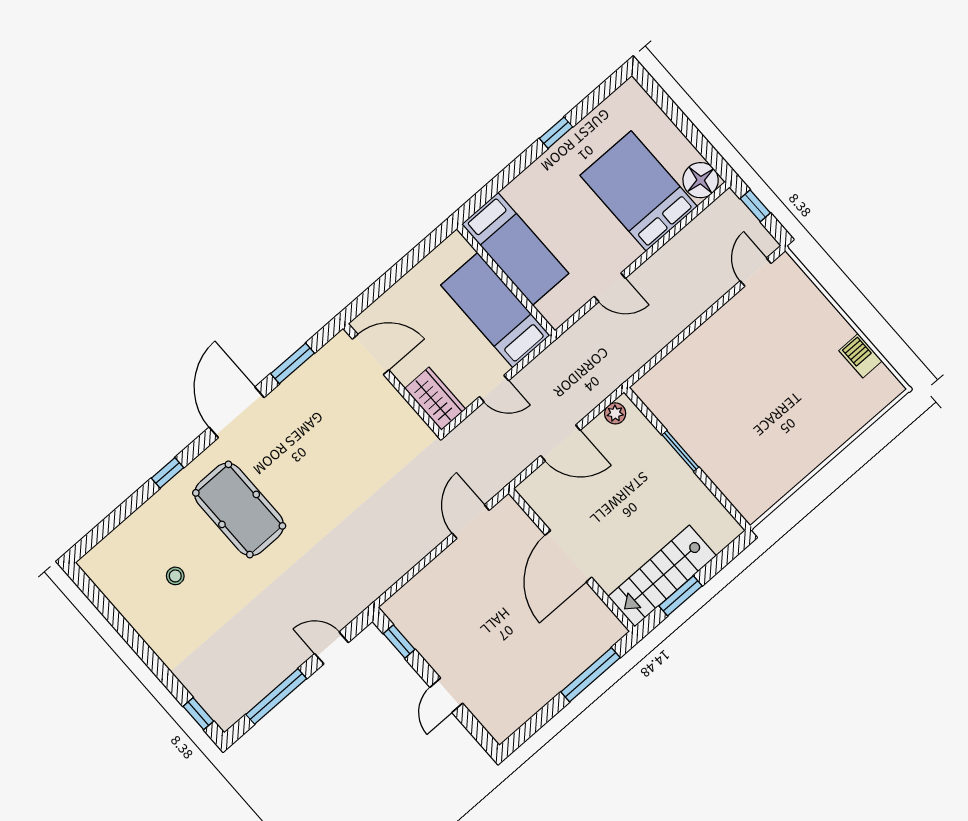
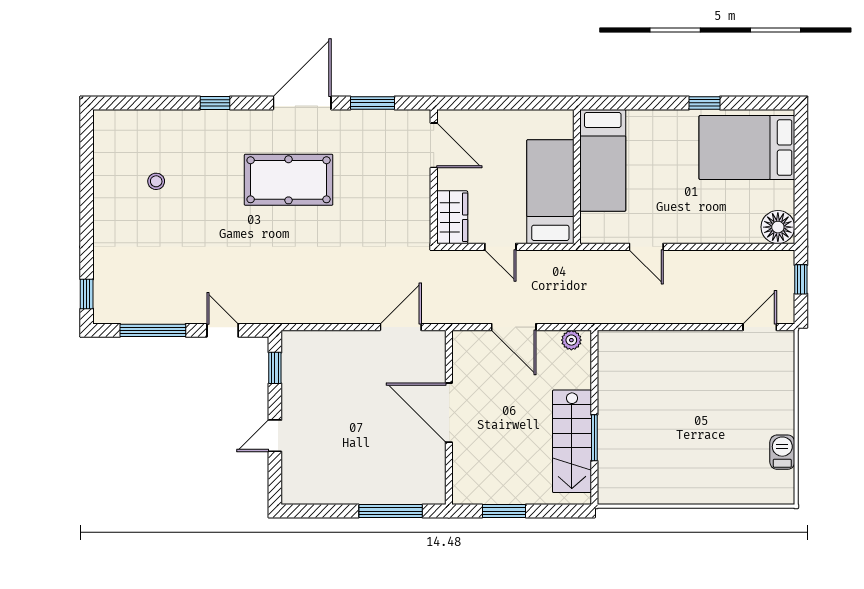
bed: (639, 191) -> (747, 148), moved, turned -90
window: (680, 451) -> (594, 438), moved
pool table: (239, 509) -> (289, 180), moved, turned 90
door: (568, 556) -> (449, 413), hinge flipped
stairs: (662, 576) -> (572, 441), moved, turned -90

